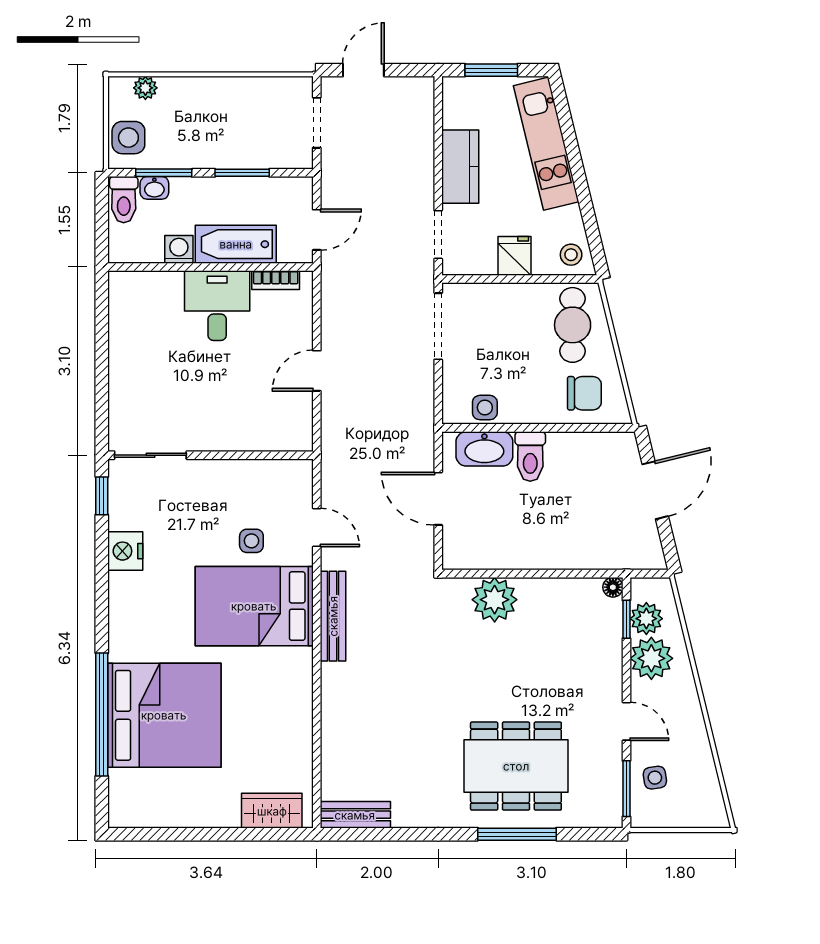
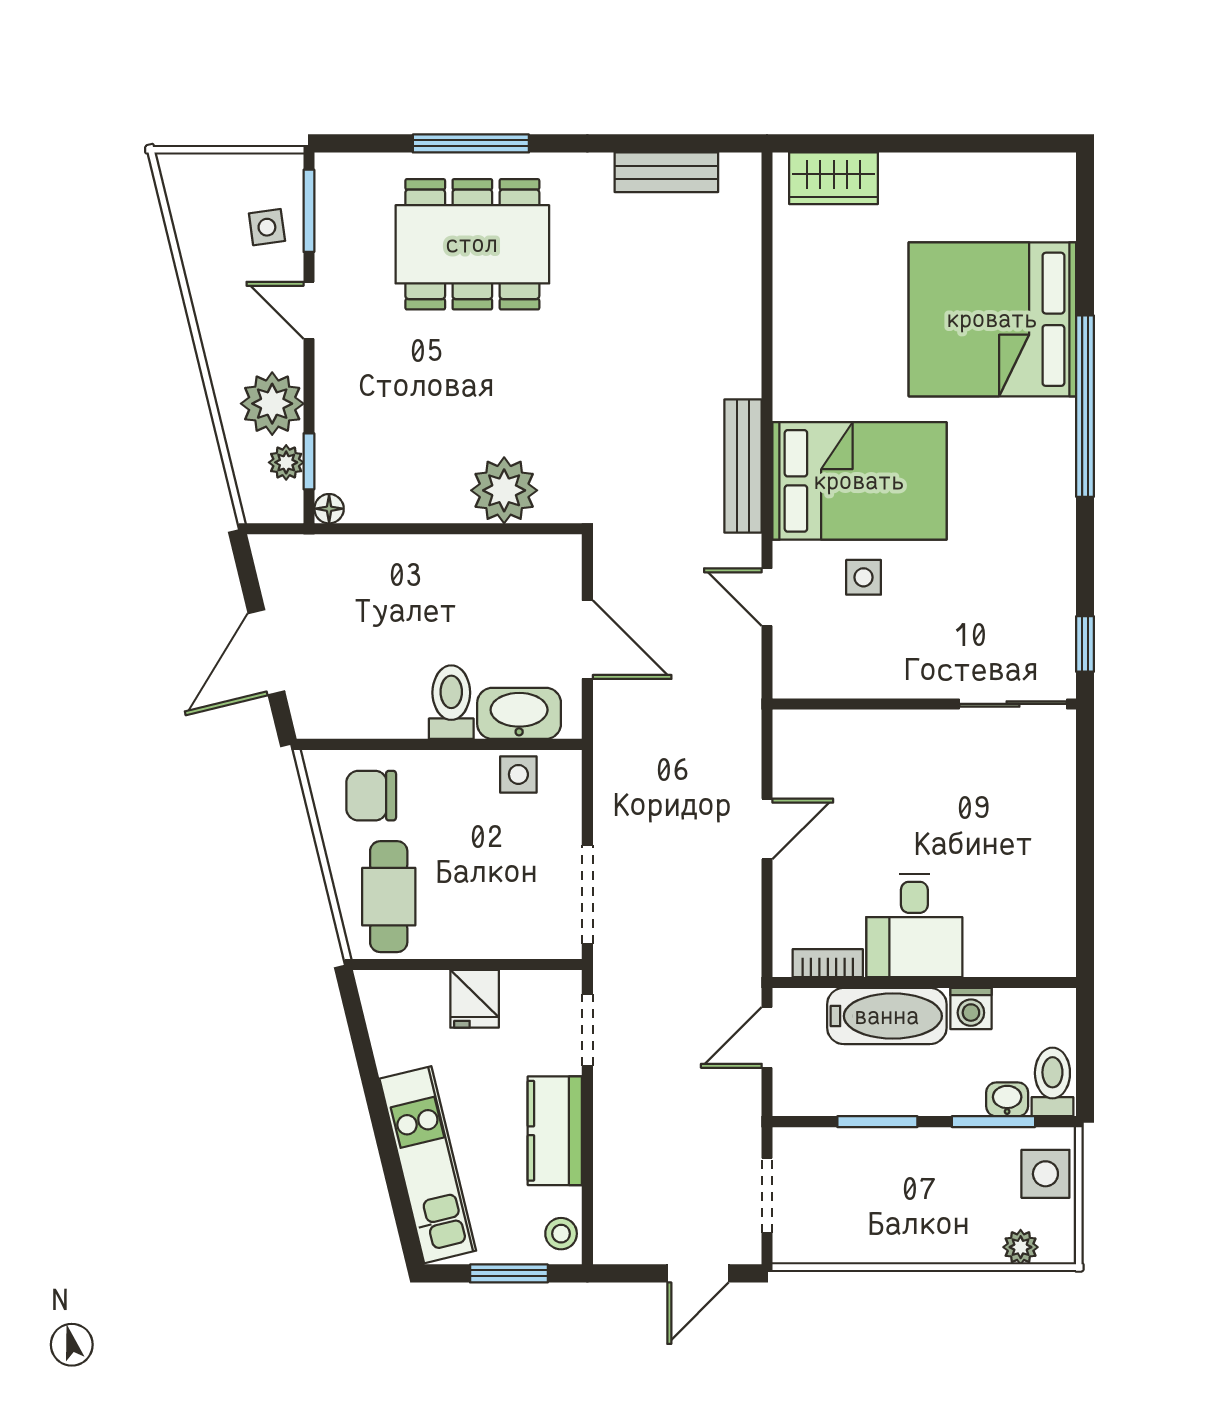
stool: (571, 255) -> (561, 1234), moved
nightstand: (125, 551) -> (1050, 562), removed
plant: (646, 619) -> (286, 462), width x0.73, depth x0.73
window: (102, 715) -> (1085, 406), moved
bench: (355, 815) -> (666, 172), moved

